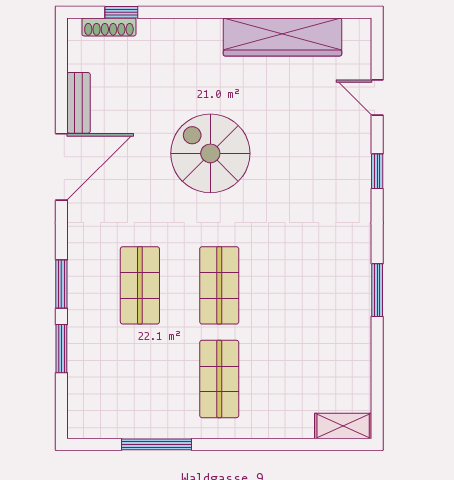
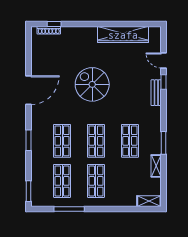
bench: (79, 103) -> (156, 93), moved
window: (377, 171) -> (164, 82), moved
shop shelf: (299, 285) -> (130, 141), added
shelving: (360, 344) -> (156, 166), added
window: (61, 349) -> (28, 191), moved
shop shelf: (140, 379) -> (62, 181), added

